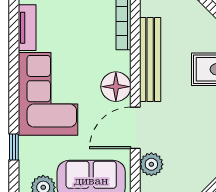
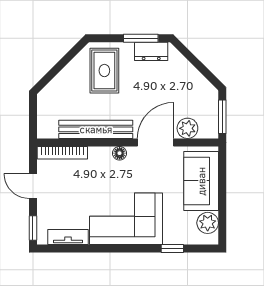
floor lamp: (116, 87) -> (120, 153), width x0.53, depth x0.53
door: (135, 128) -> (156, 142), swing flipped

